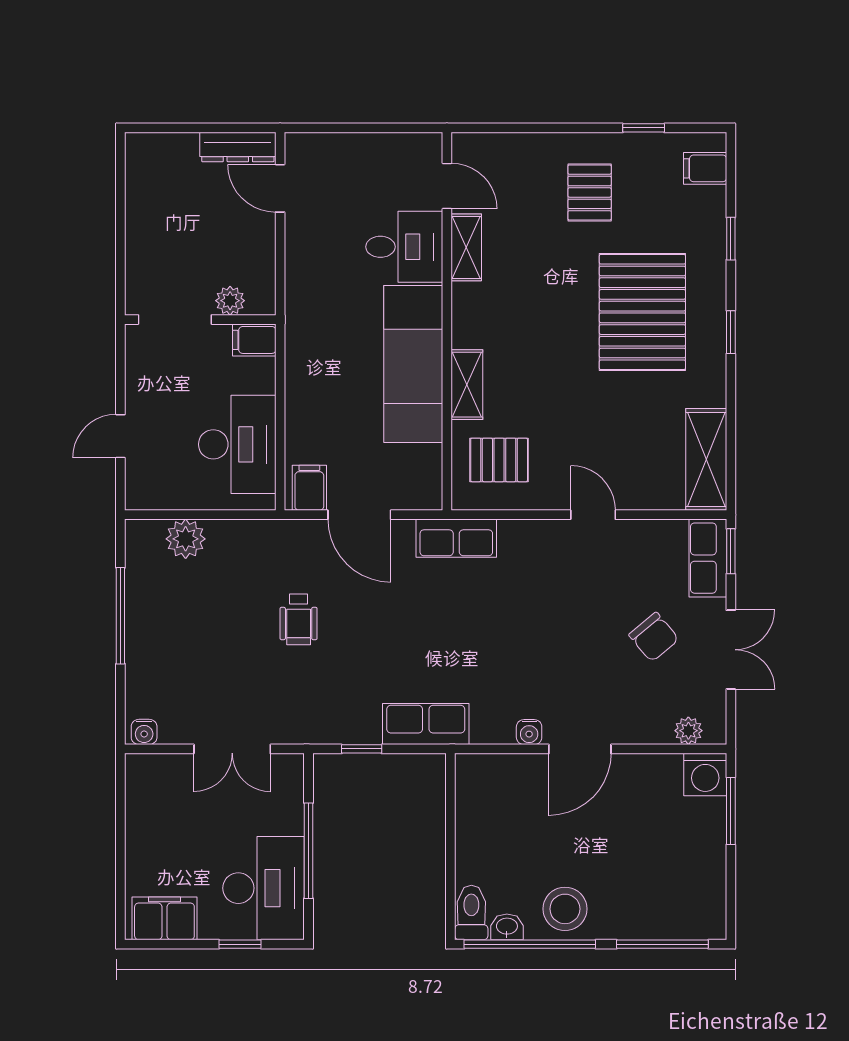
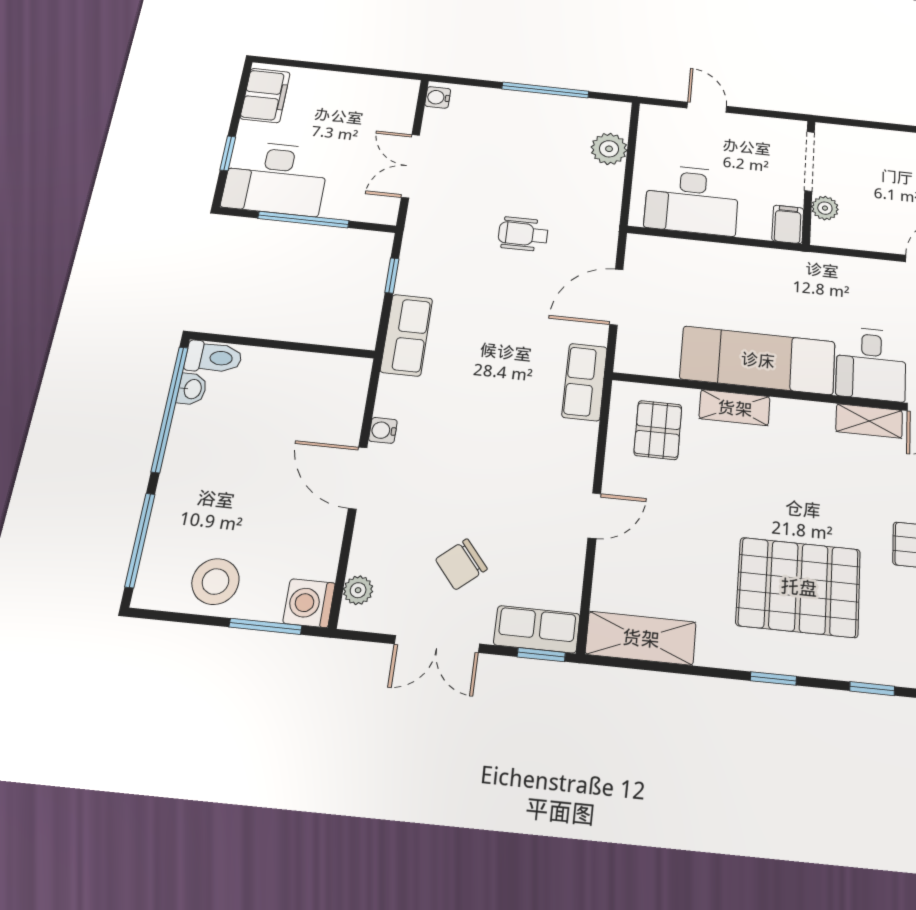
filing cabinet: (309, 488) -> (646, 256), removed
stool: (565, 909) -> (215, 582), moved

